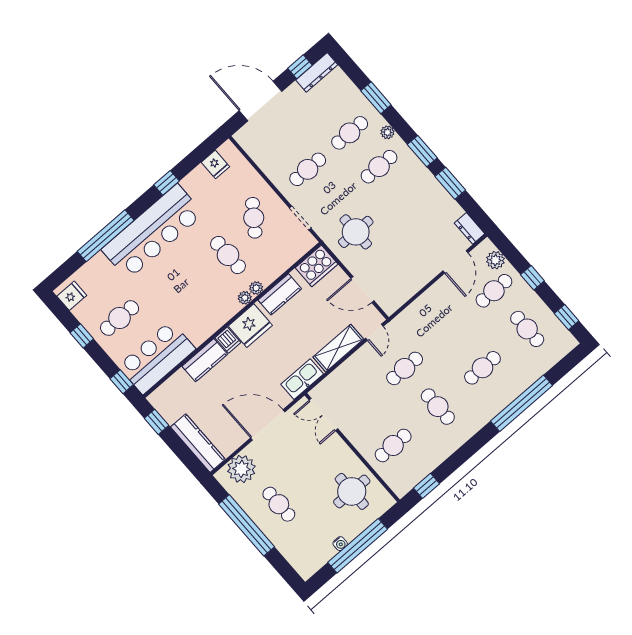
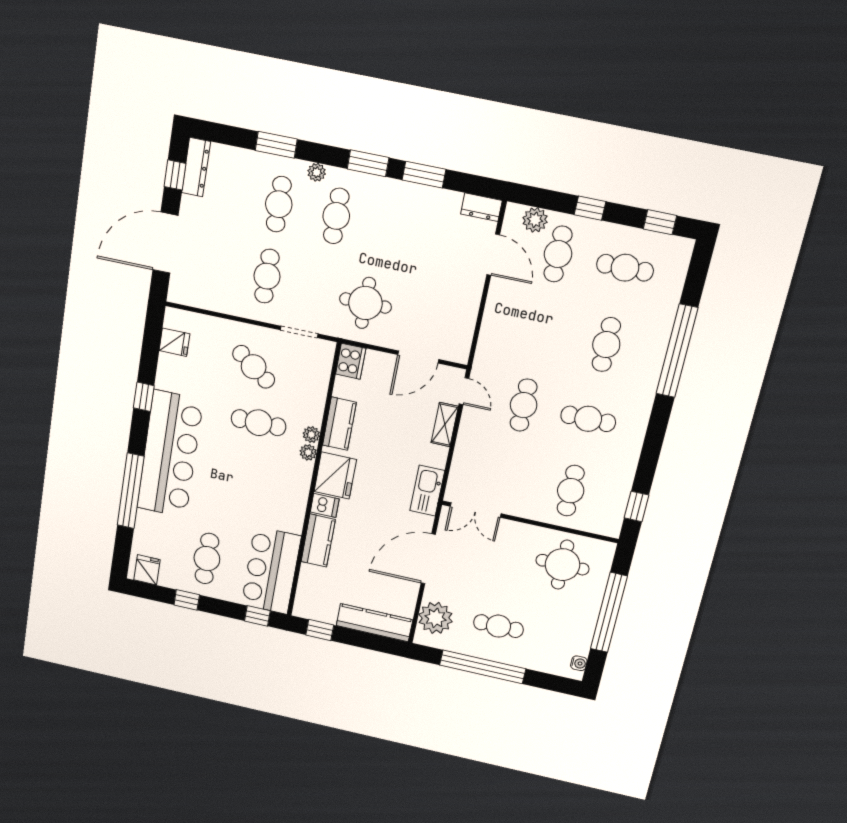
cooker: (317, 266) -> (351, 361), width x0.73, depth x0.76
shelving: (338, 348) -> (445, 425), width x0.67, depth x0.75
water cooler: (340, 544) -> (579, 663), moved

